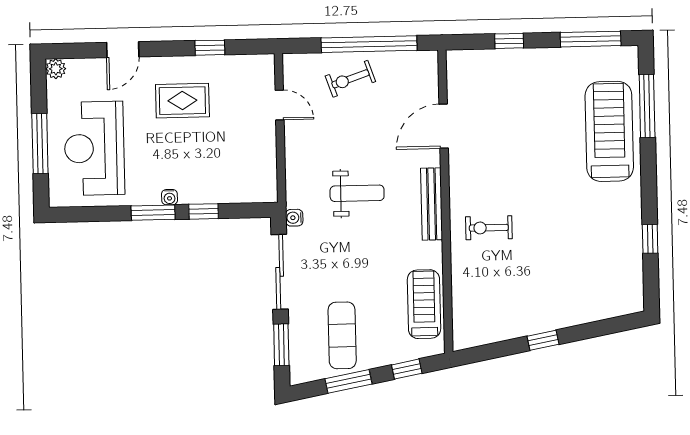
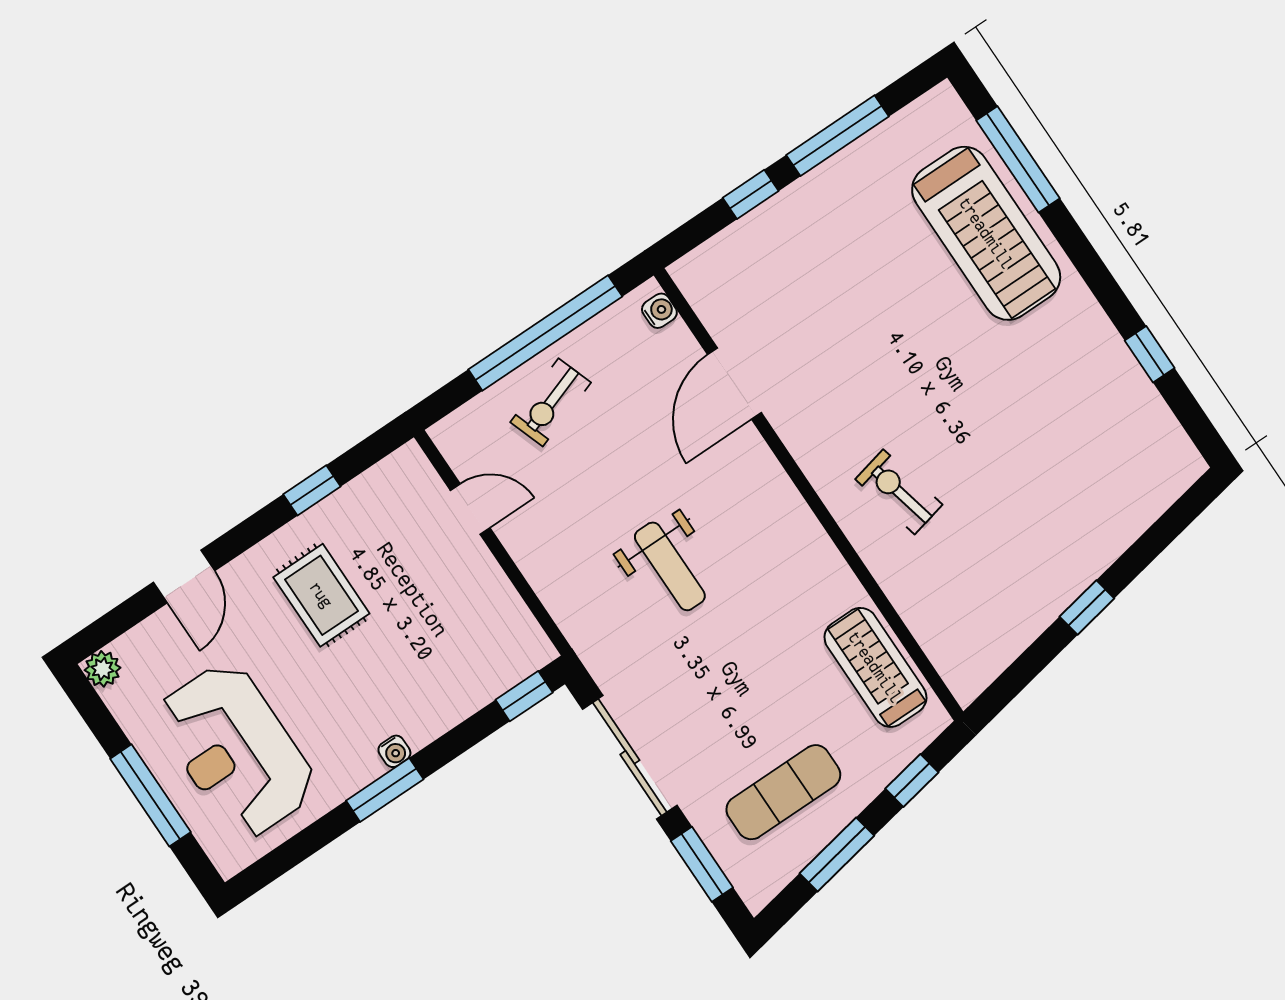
window: (591, 39) -> (838, 136), moved
rug: (182, 101) -> (321, 595), turned 90
treadmill: (609, 131) -> (986, 233), turned 180
weight bench: (357, 193) -> (670, 566), turned 90
bench: (432, 204) -> (791, 511), removed
window: (204, 211) -> (524, 696), moved
water cooler: (294, 218) -> (659, 311), moved, turned 180
exercise bike: (489, 228) -> (899, 492), turned 77
exercise mat: (342, 335) -> (783, 792), turned 90

